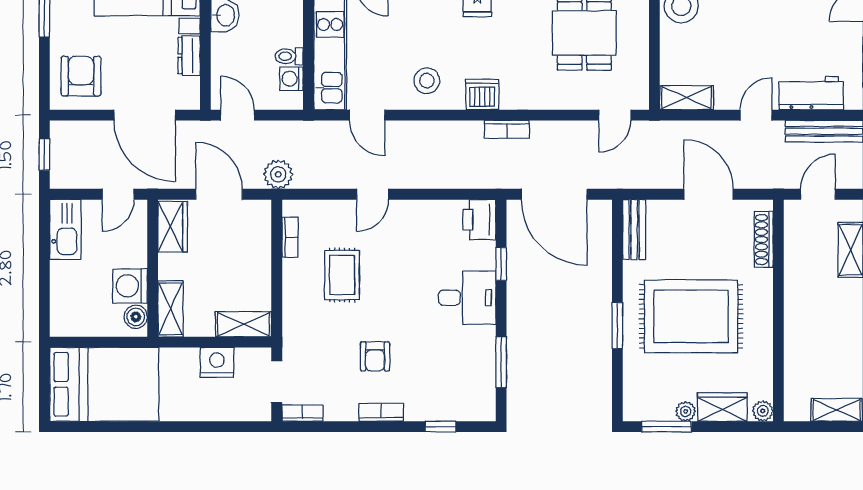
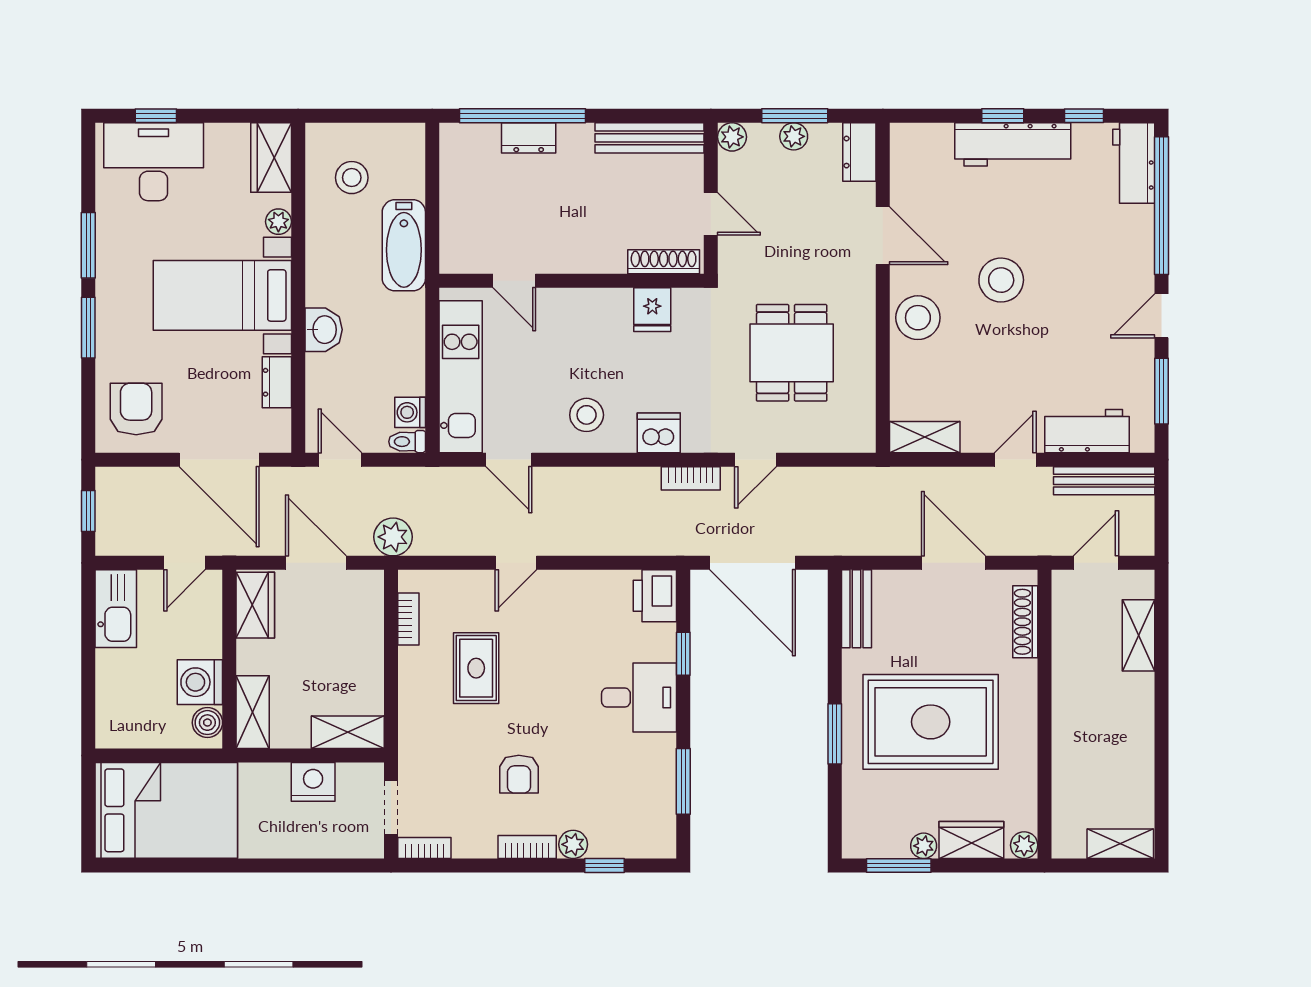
toilet: (289, 56) -> (407, 442), moved
door: (615, 115) -> (756, 460), moved
plant: (416, 410) -> (573, 844), added

